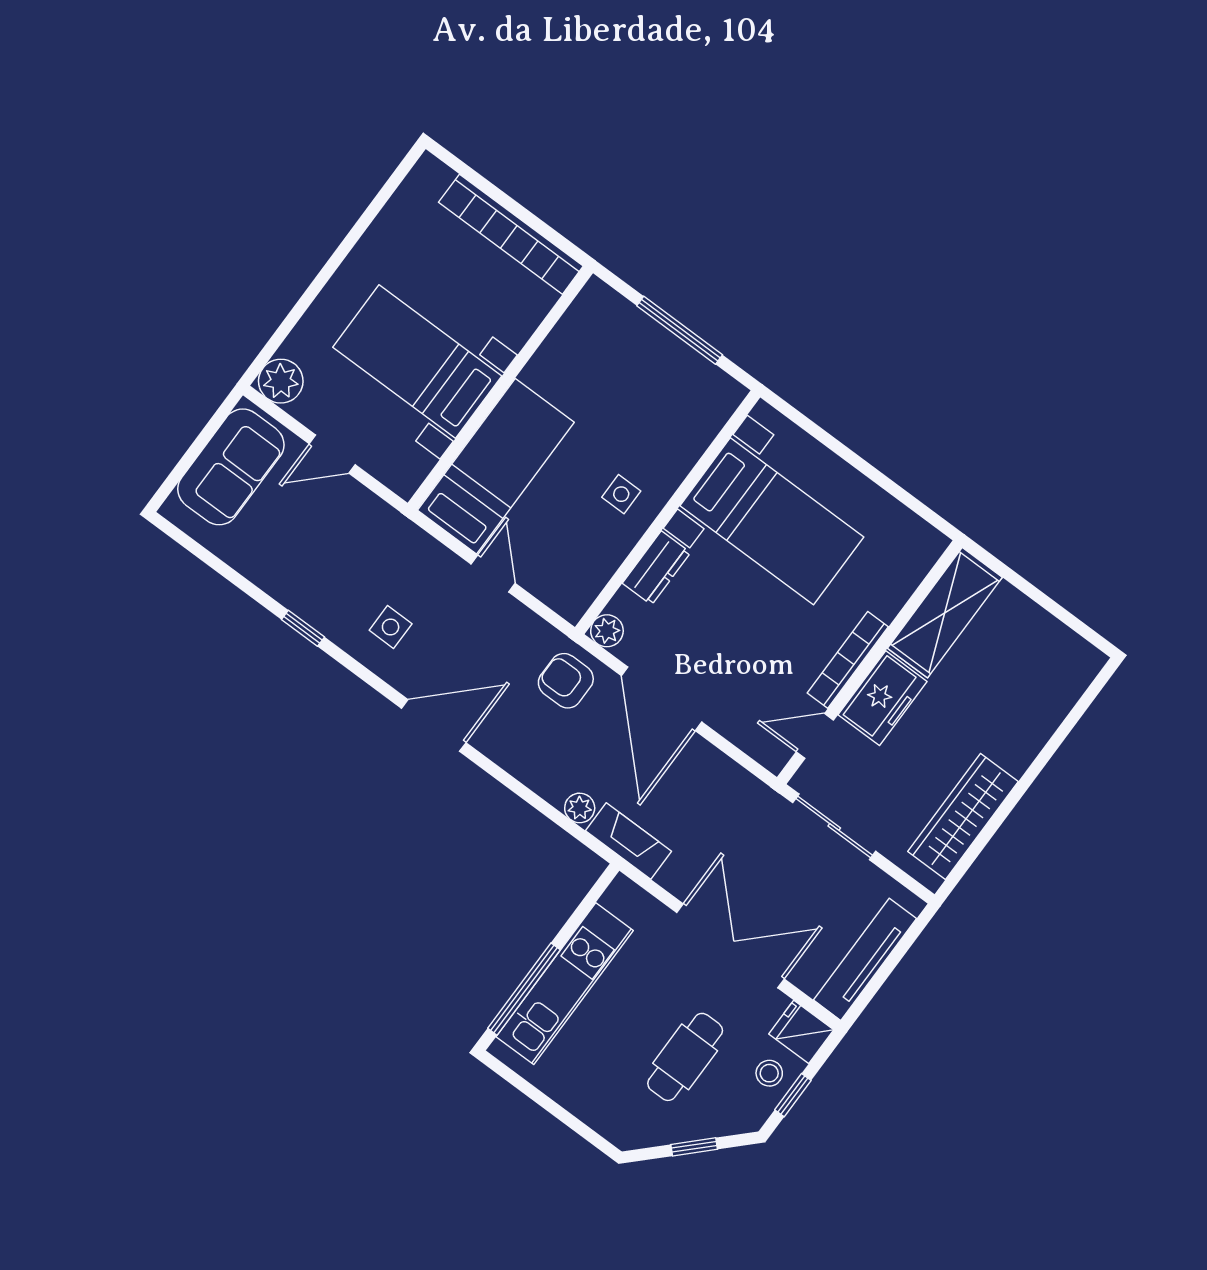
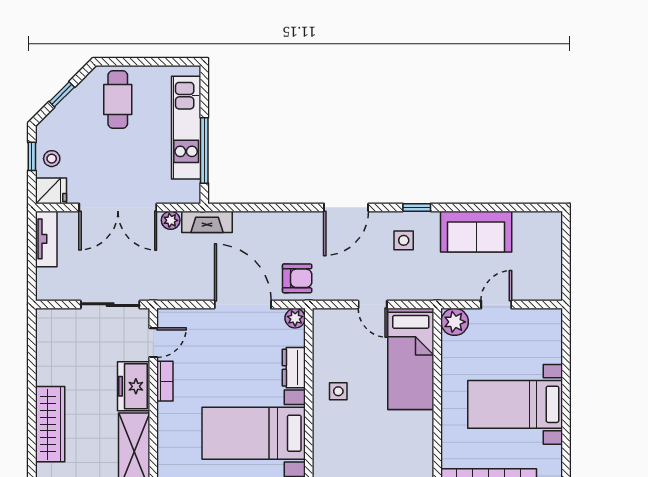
bed with nightstands: (417, 362) -> (515, 404), moved, turned 180
plant: (281, 381) -> (455, 322), moved
sofa: (231, 467) -> (476, 232), moved, turned -90
window: (303, 628) -> (417, 207), moved
bookcase: (848, 660) -> (165, 381), width x0.64
plant: (580, 808) -> (171, 220), moved
wardrobe: (963, 816) -> (50, 424), moved
tv unit: (865, 959) -> (46, 239), width x0.71
window: (524, 989) -> (204, 150), moved
cafe table: (685, 1057) -> (118, 99), moved

